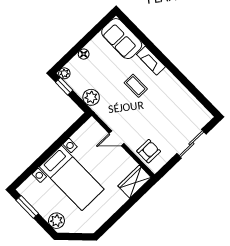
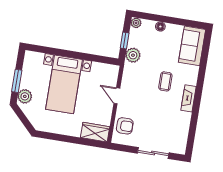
fireplace: (151, 61) -> (189, 98), moved
window: (64, 86) -> (125, 40), moved
window: (27, 207) -> (17, 81), moved

